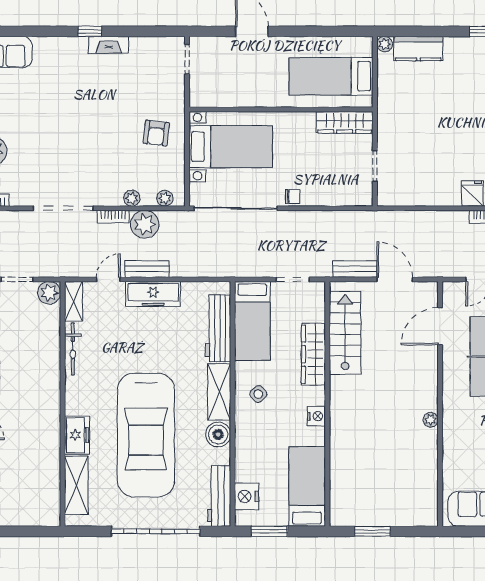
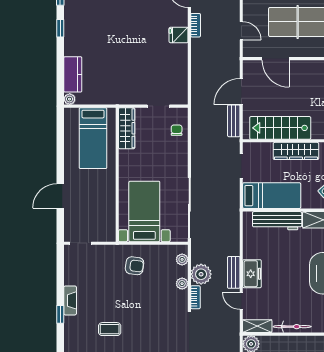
coffee table: (69, 99) -> (110, 329), added
chair: (293, 197) -> (177, 130), moved
freezer: (153, 294) -> (252, 274), width x0.71

